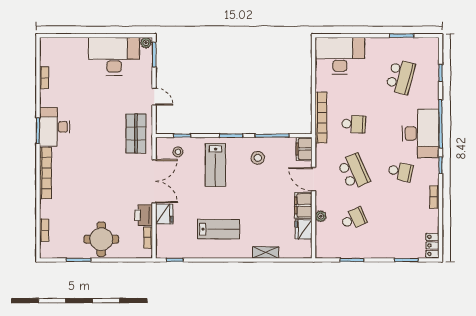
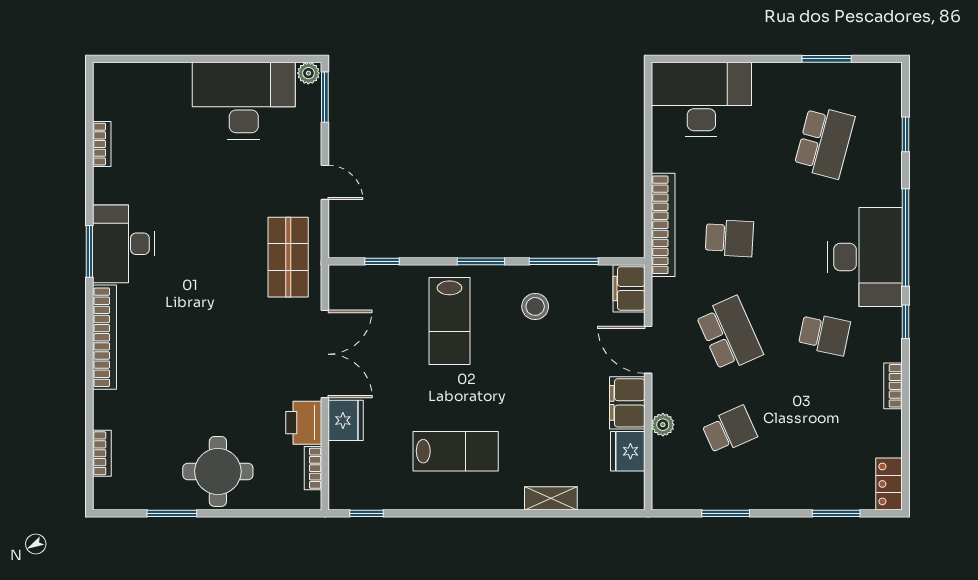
stool: (178, 152) -> (373, 294), removed

